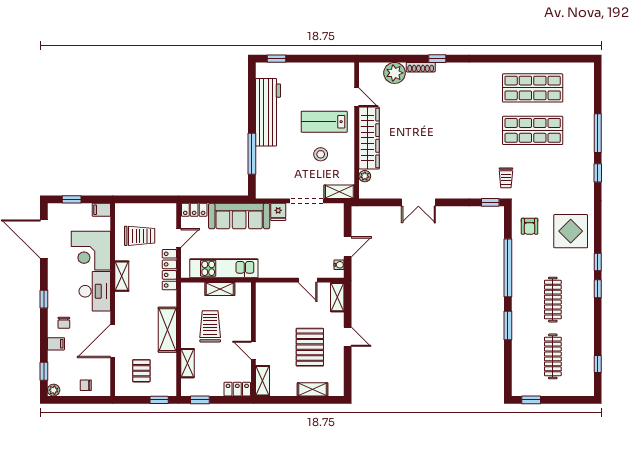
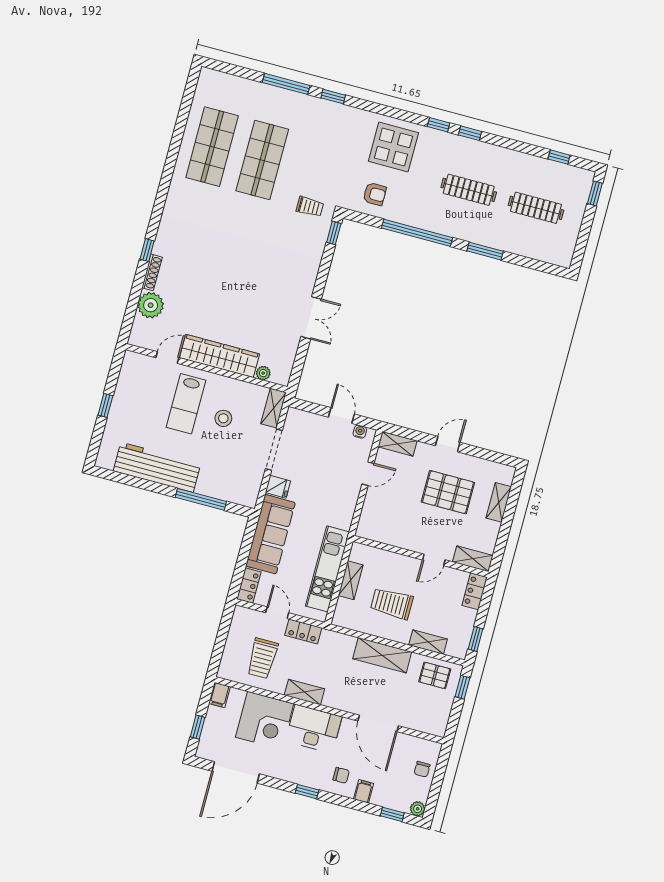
window: (276, 59) -> (105, 405), moved
trolley: (140, 236) -> (262, 658), turned 180
locker: (169, 270) -> (303, 631), width x0.66
pallet: (141, 371) -> (435, 675), moved
window: (531, 400) -> (595, 193), moved

